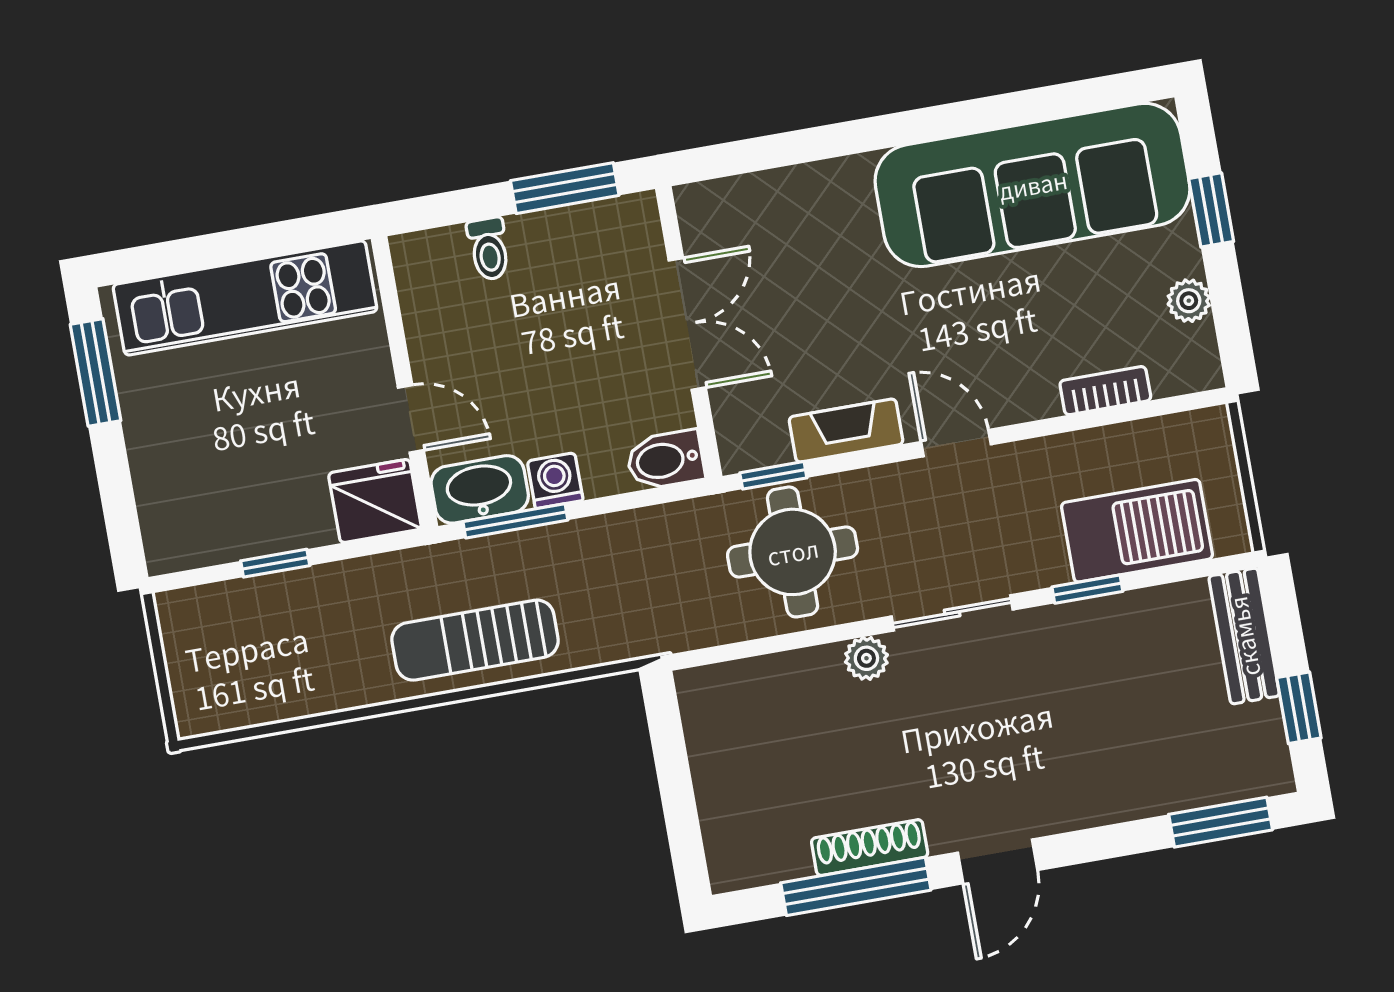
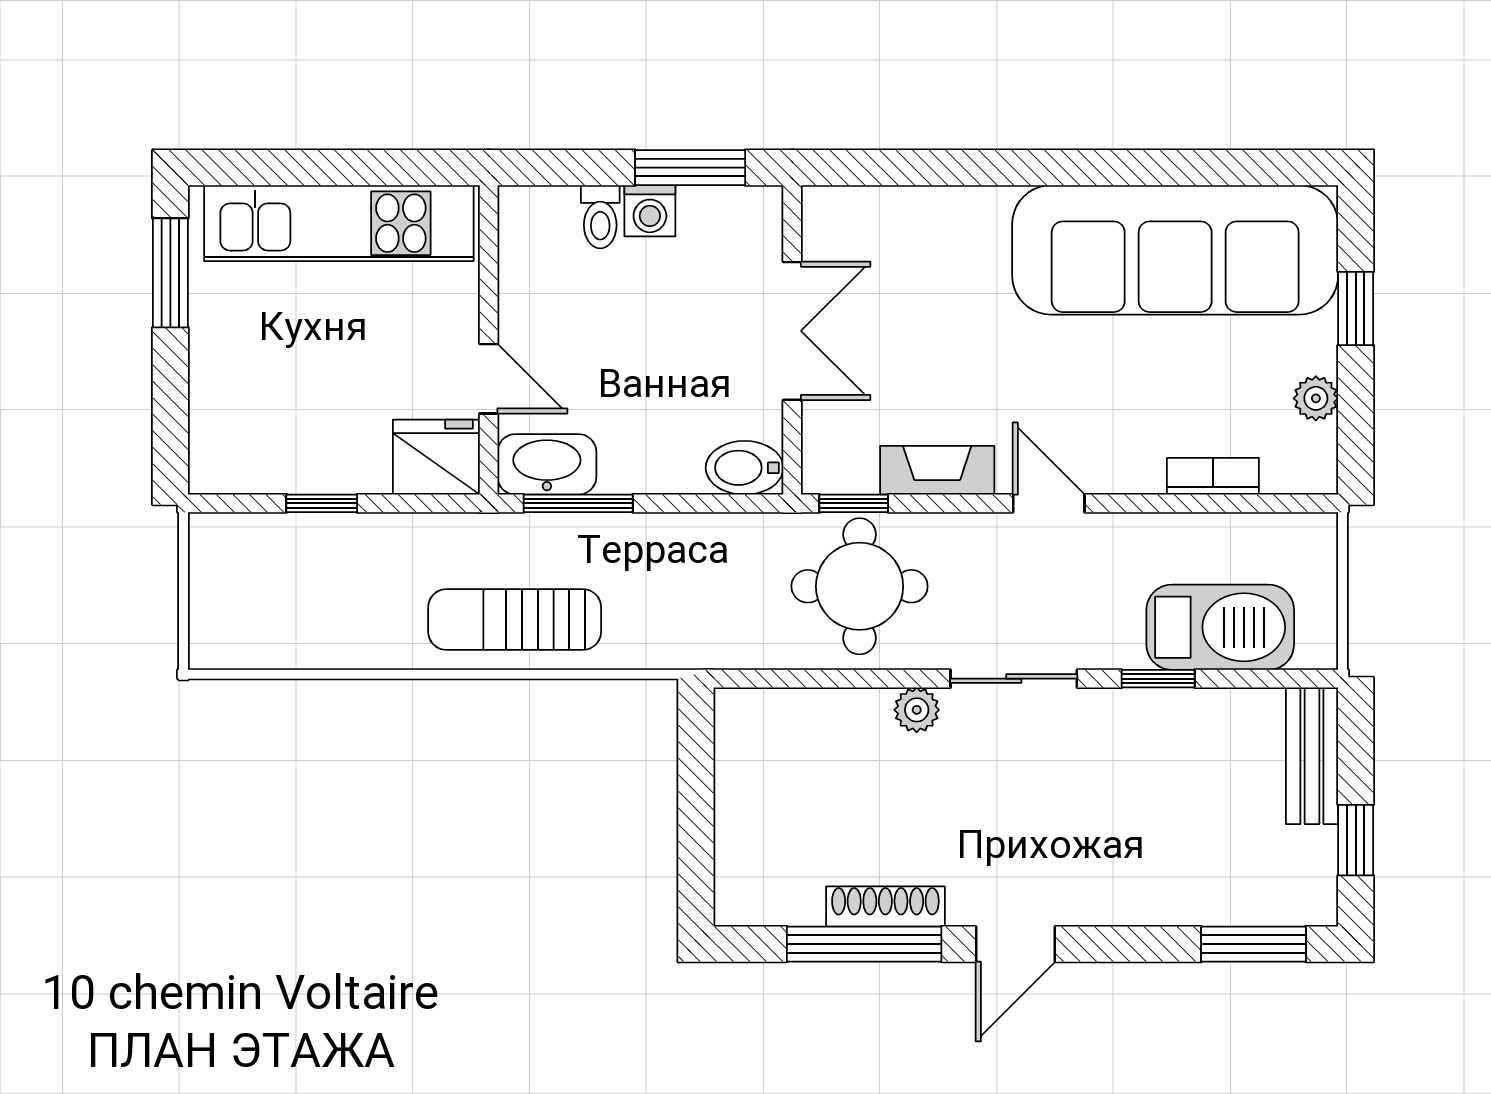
washing machine: (555, 481) -> (650, 211), moved, turned 180

